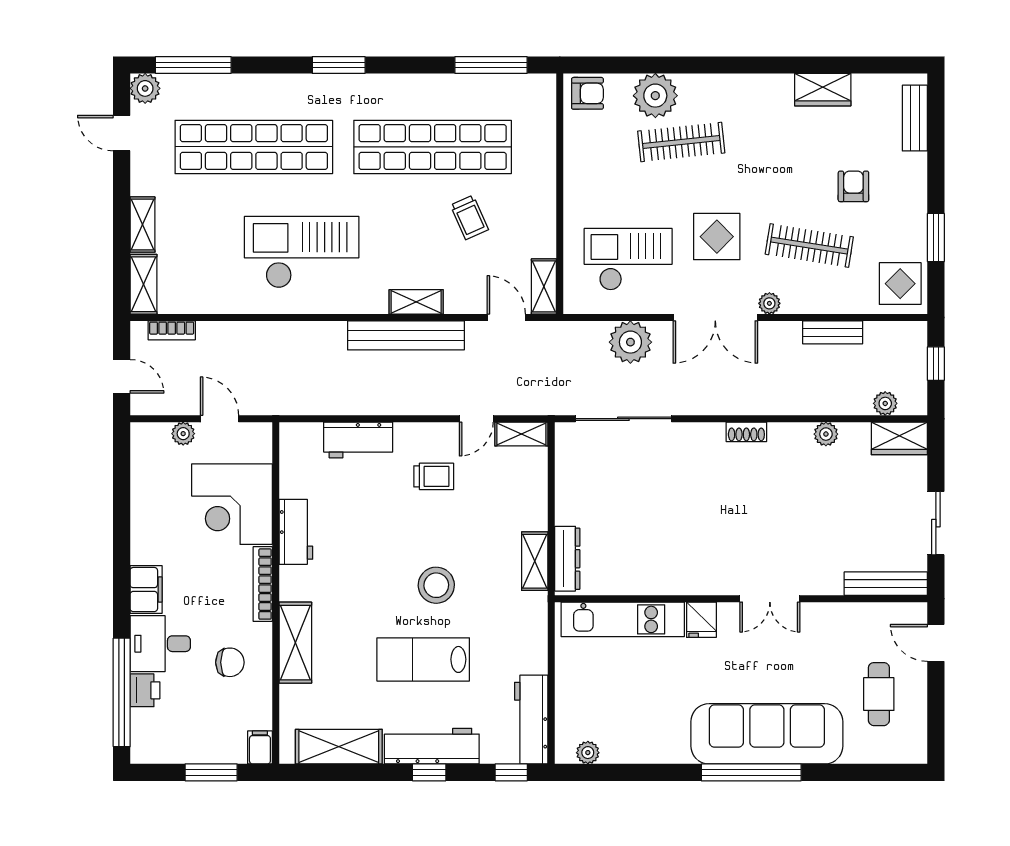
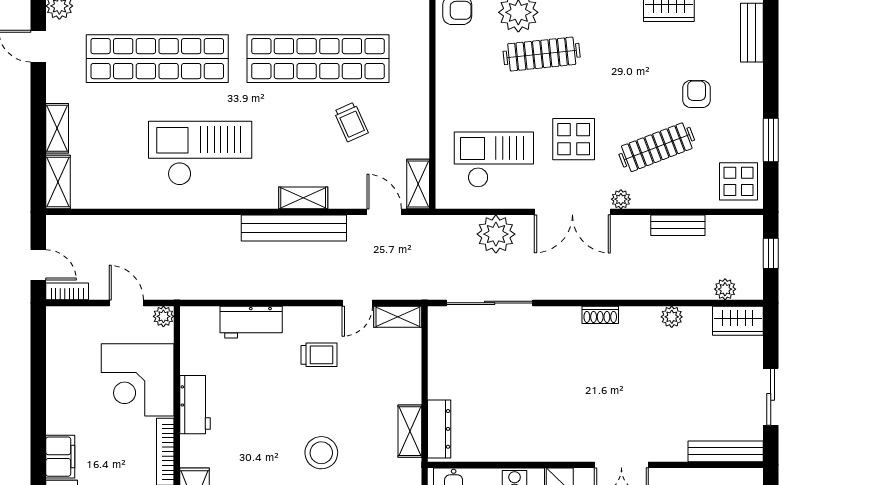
clothes rail: (809, 246) -> (657, 147), turned -30
bookcase: (172, 330) -> (67, 291), moved, turned 180
plant: (183, 434) -> (163, 316), moved

